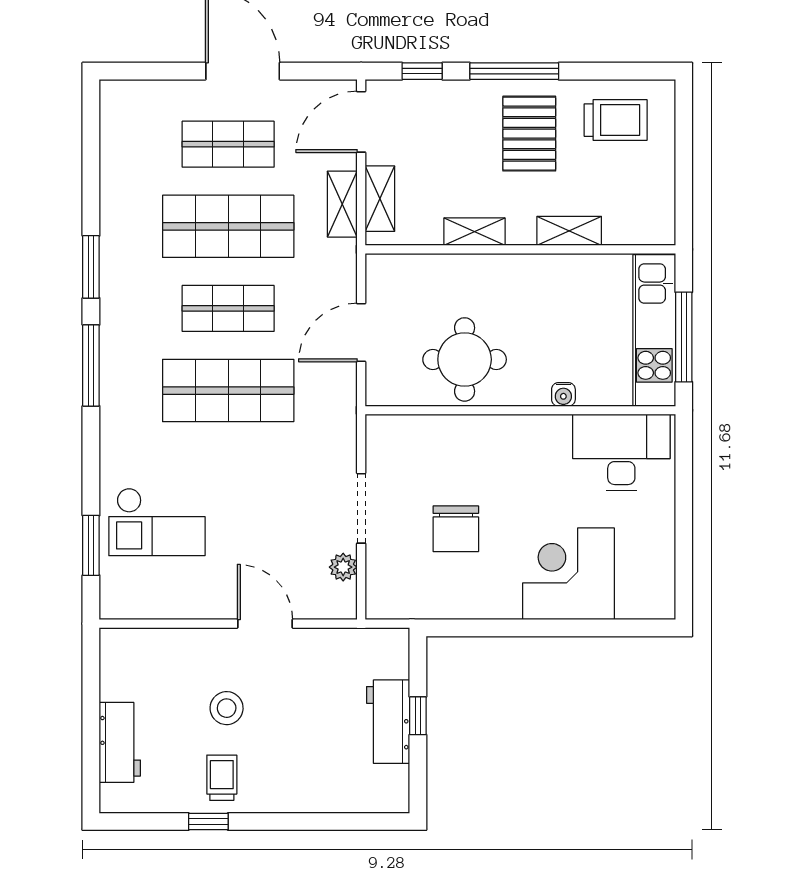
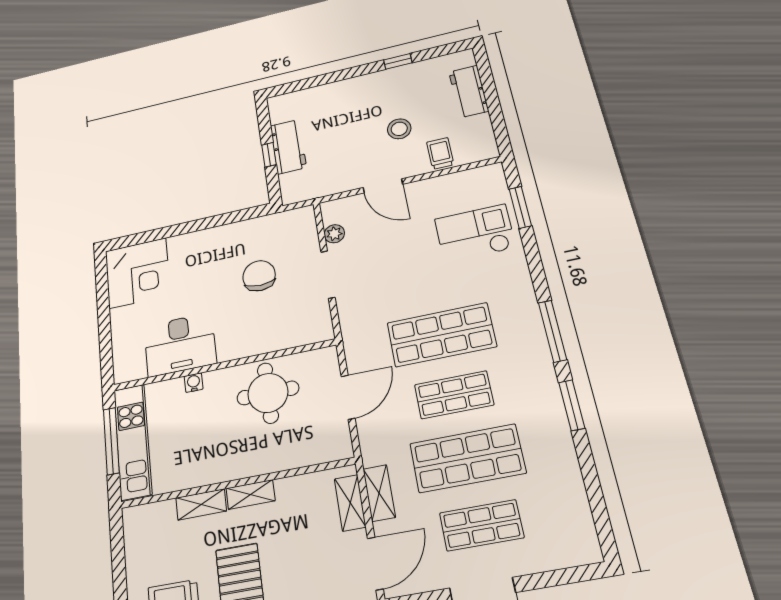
shelving: (474, 232) -> (250, 495), moved
desk: (621, 452) -> (180, 345), moved
corner desk: (568, 574) -> (138, 273), moved
trolley: (222, 778) -> (440, 153), moved, turned 180

